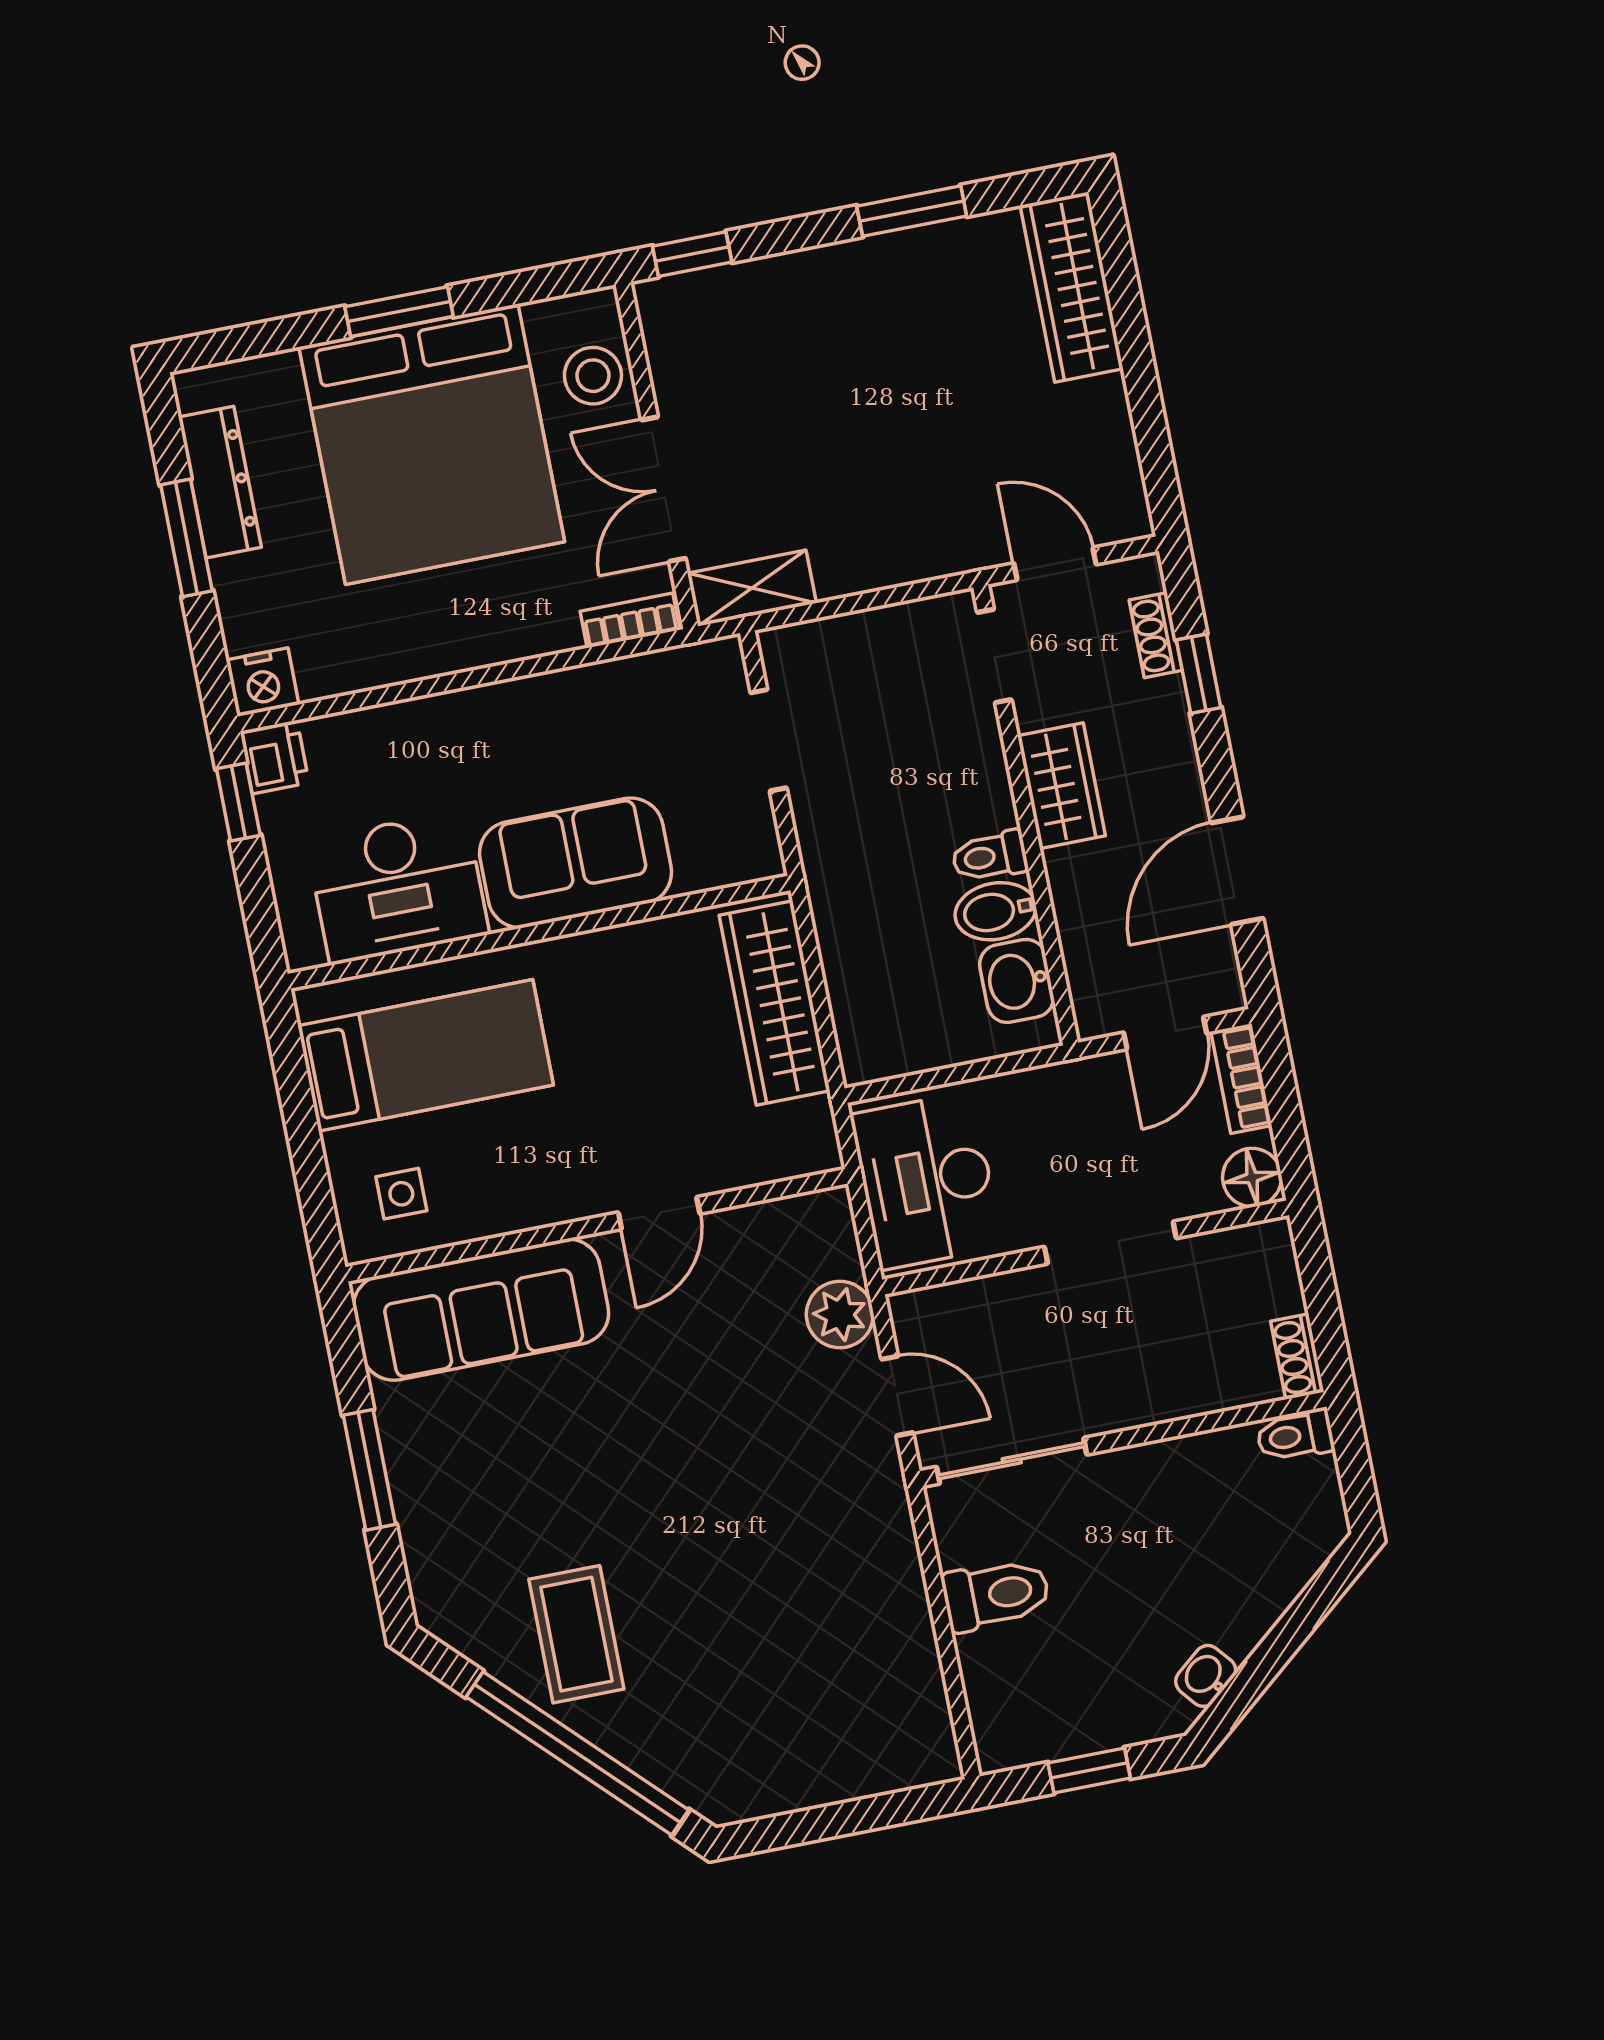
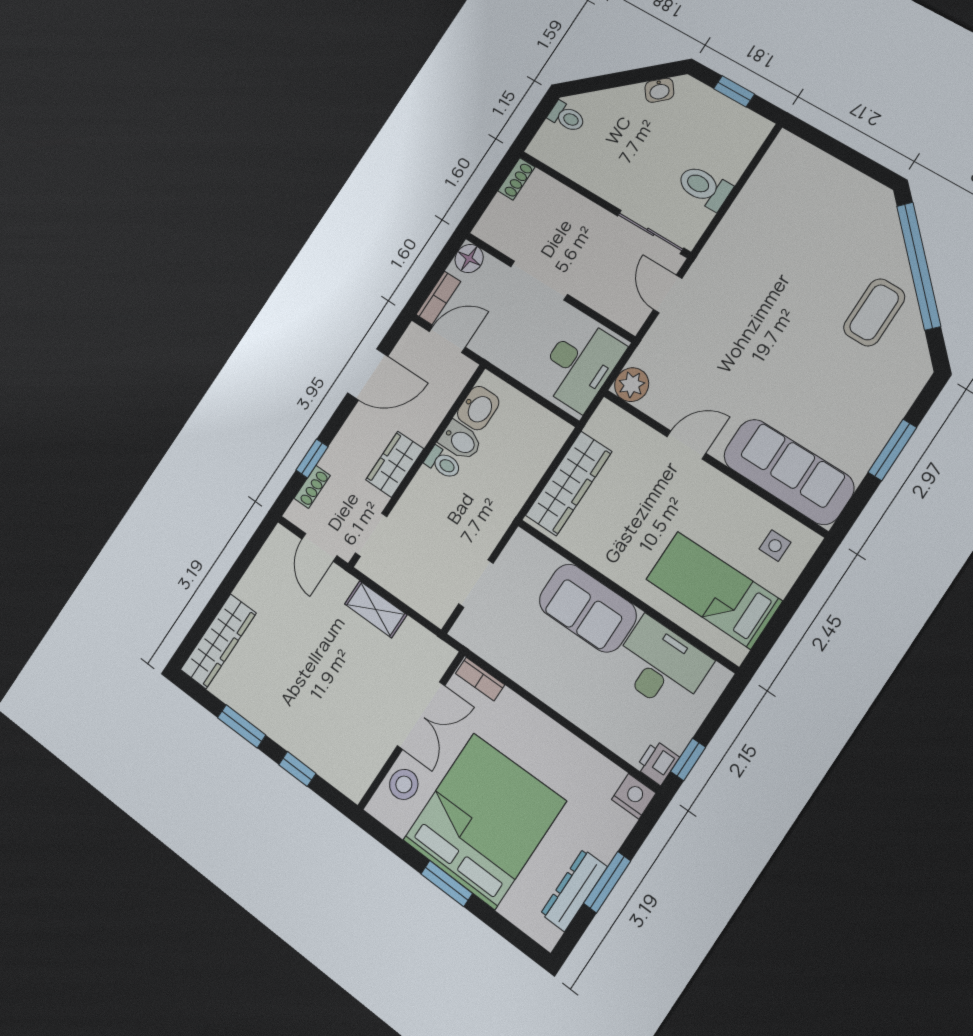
window: (692, 254) -> (297, 769), moved
shelving: (752, 588) -> (376, 609), moved
plant: (840, 1315) -> (632, 385), moved
toilet: (1295, 1436) -> (567, 117), moved

